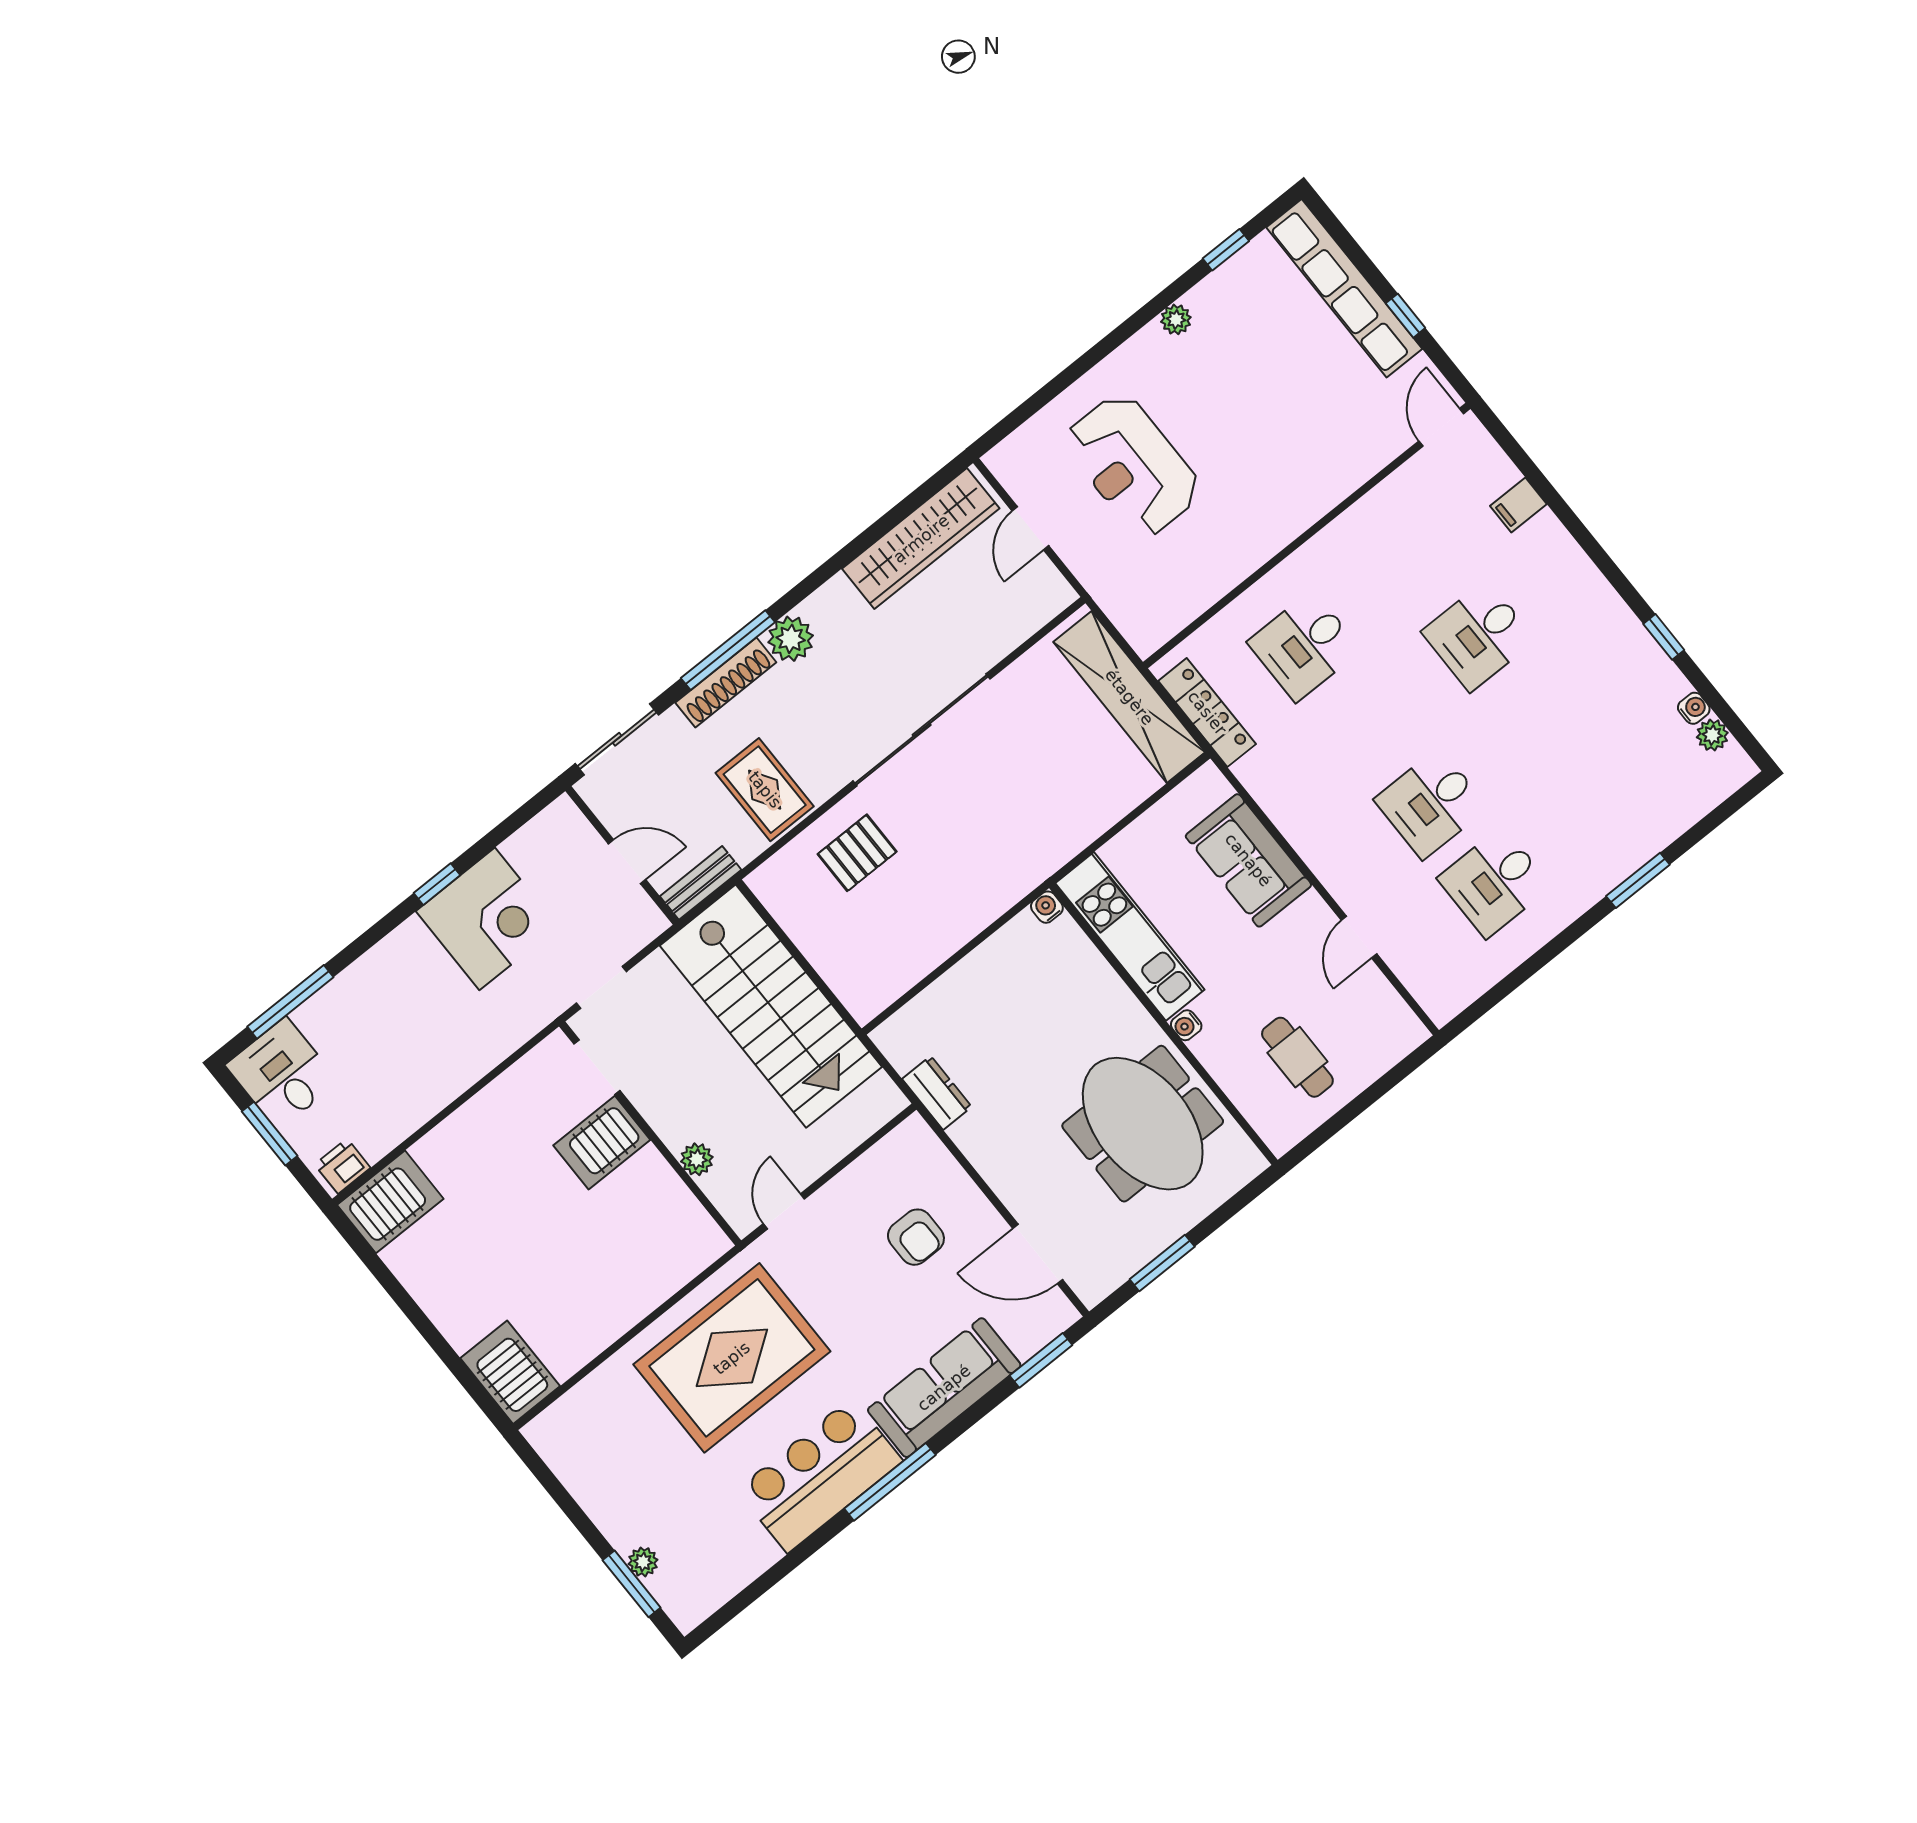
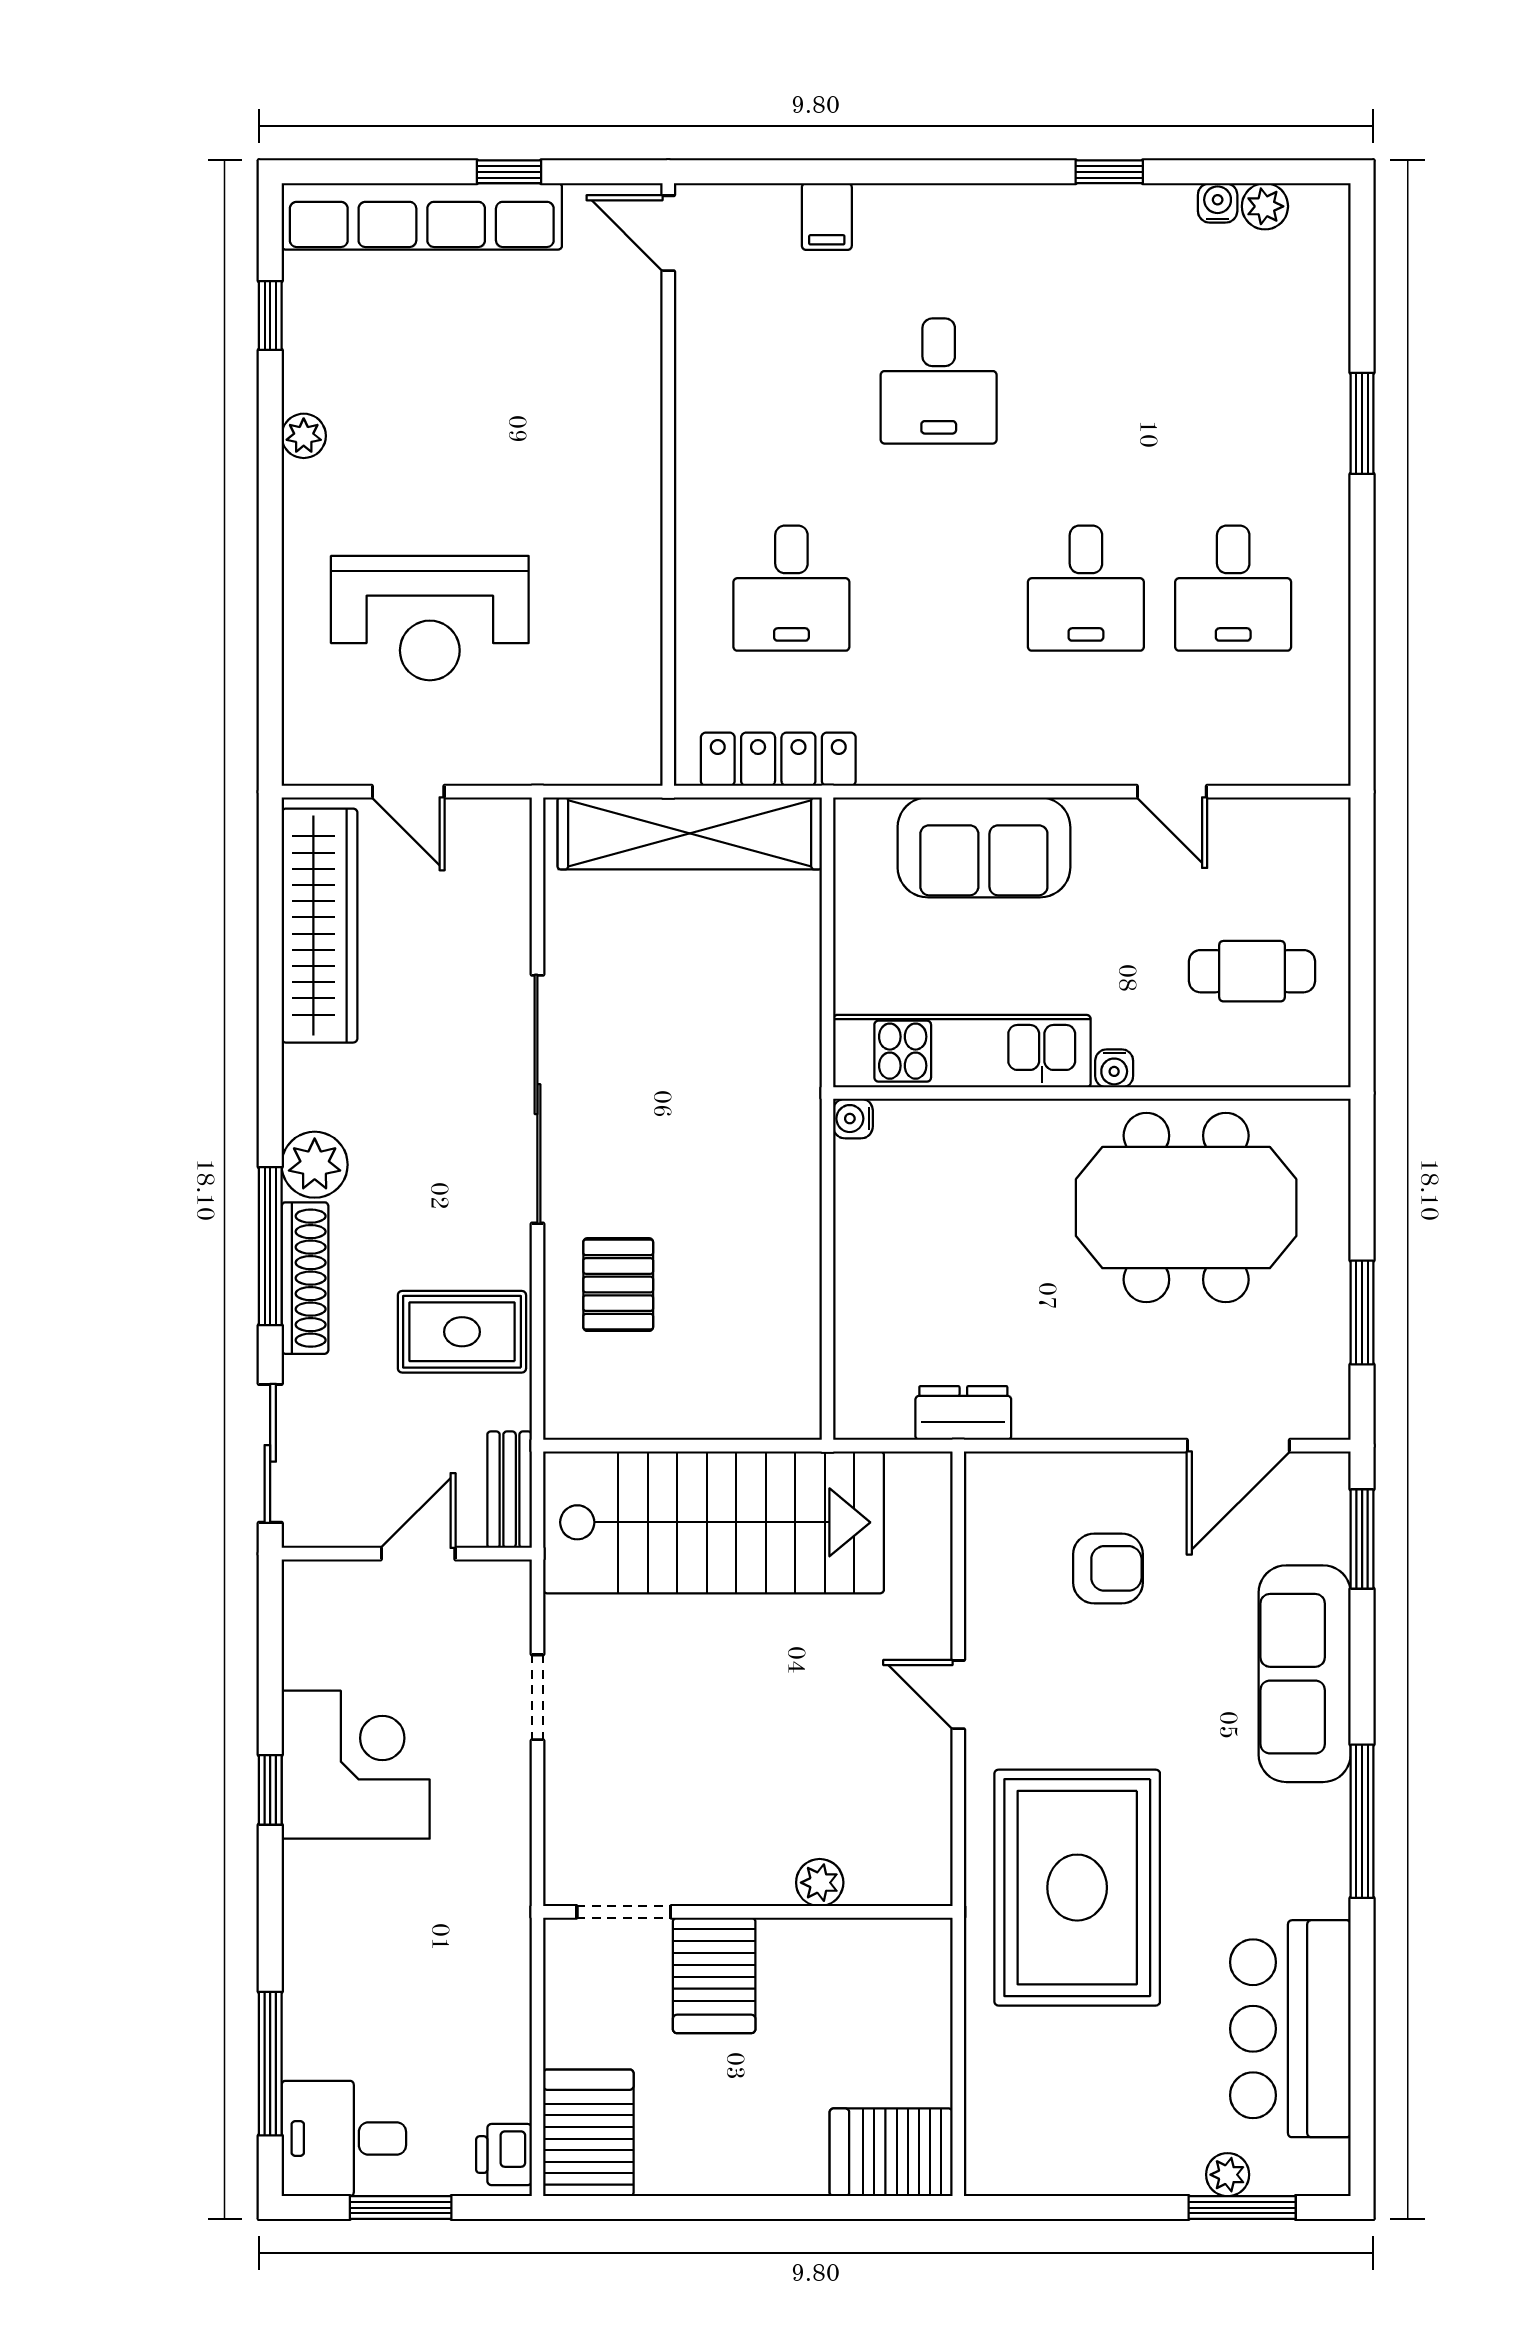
doorway: (597, 1067) -> (624, 1912), moved
wall: (650, 1133) -> (748, 1912), moved
server rack: (602, 1143) -> (714, 1975), moved
plant: (697, 1159) -> (820, 1883), moved
bar counter: (820, 1475) -> (1290, 2029), moved

